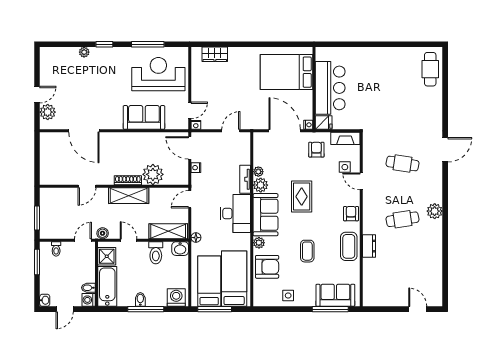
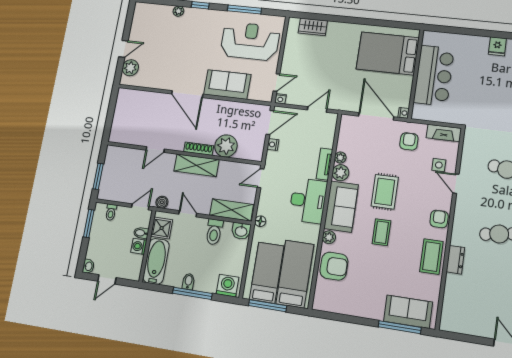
fridge: (324, 122) -> (497, 46), moved, turned 90
door: (84, 131) -> (187, 94), moved
door: (190, 148) -> (270, 122), swing flipped
coffee table: (307, 251) -> (381, 232), moved
bidet: (88, 288) -> (141, 233), moved
side table: (288, 296) -> (353, 303), removed
washing machine: (89, 300) -> (139, 246), moved

